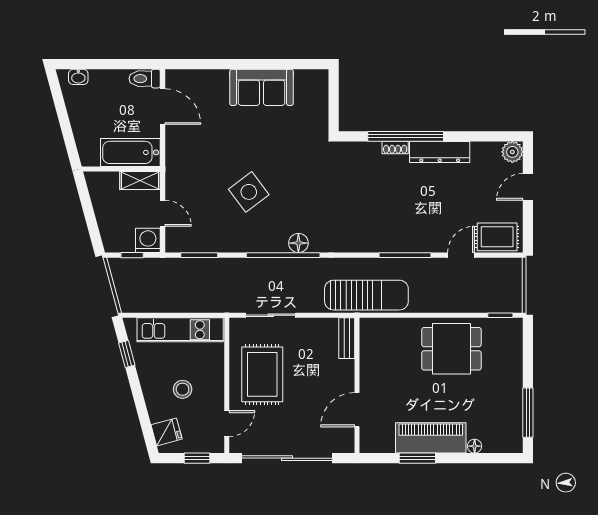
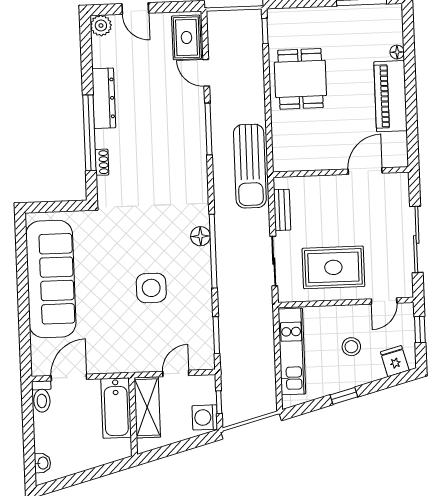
sofa: (262, 87) -> (51, 279), width x1.85, depth x1.27
shoe rack: (395, 148) -> (102, 162), moved
shelving: (140, 180) -> (147, 407), width x1.50, depth x1.33
side table: (249, 192) -> (151, 288), turned 37
washing machine: (148, 240) -> (205, 417), moved
sun lounger: (366, 295) -> (250, 166), turned 180
bench: (347, 338) -> (282, 210), moved, turned 90
window: (127, 354) -> (344, 396), moved
door: (357, 410) -> (365, 171), swing flipped
door: (227, 424) -> (384, 301), swing flipped
sliding door: (287, 458) -> (416, 239), width x0.73
window: (417, 458) -> (411, 109), removed

